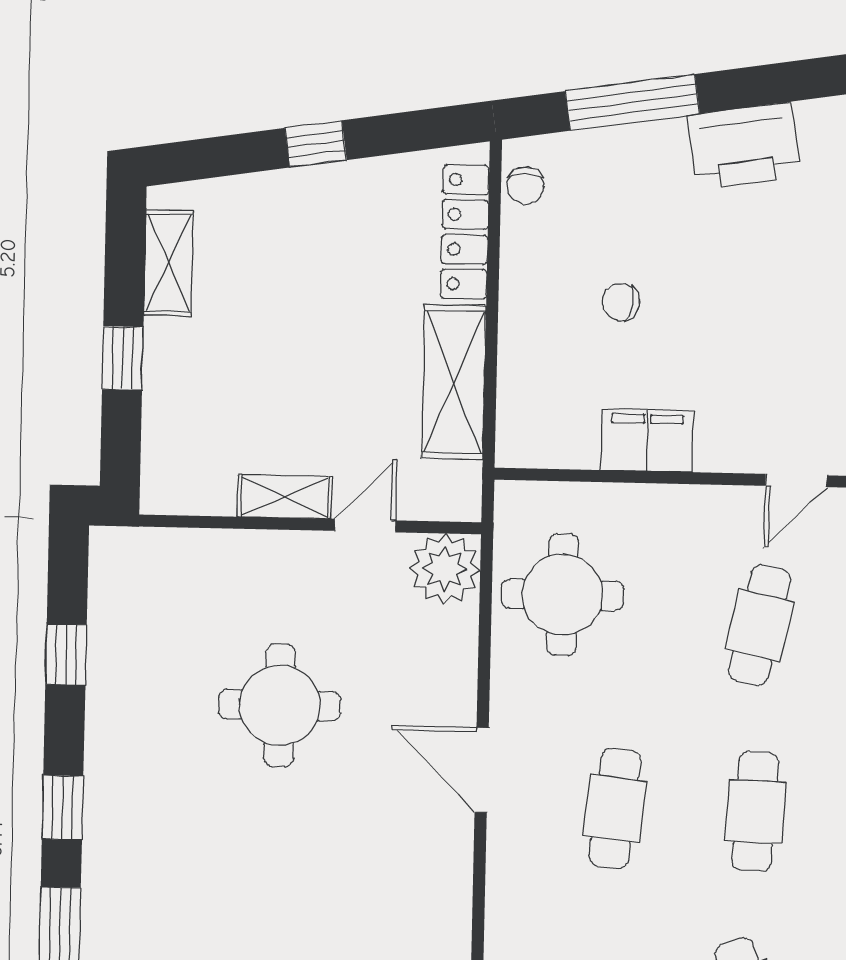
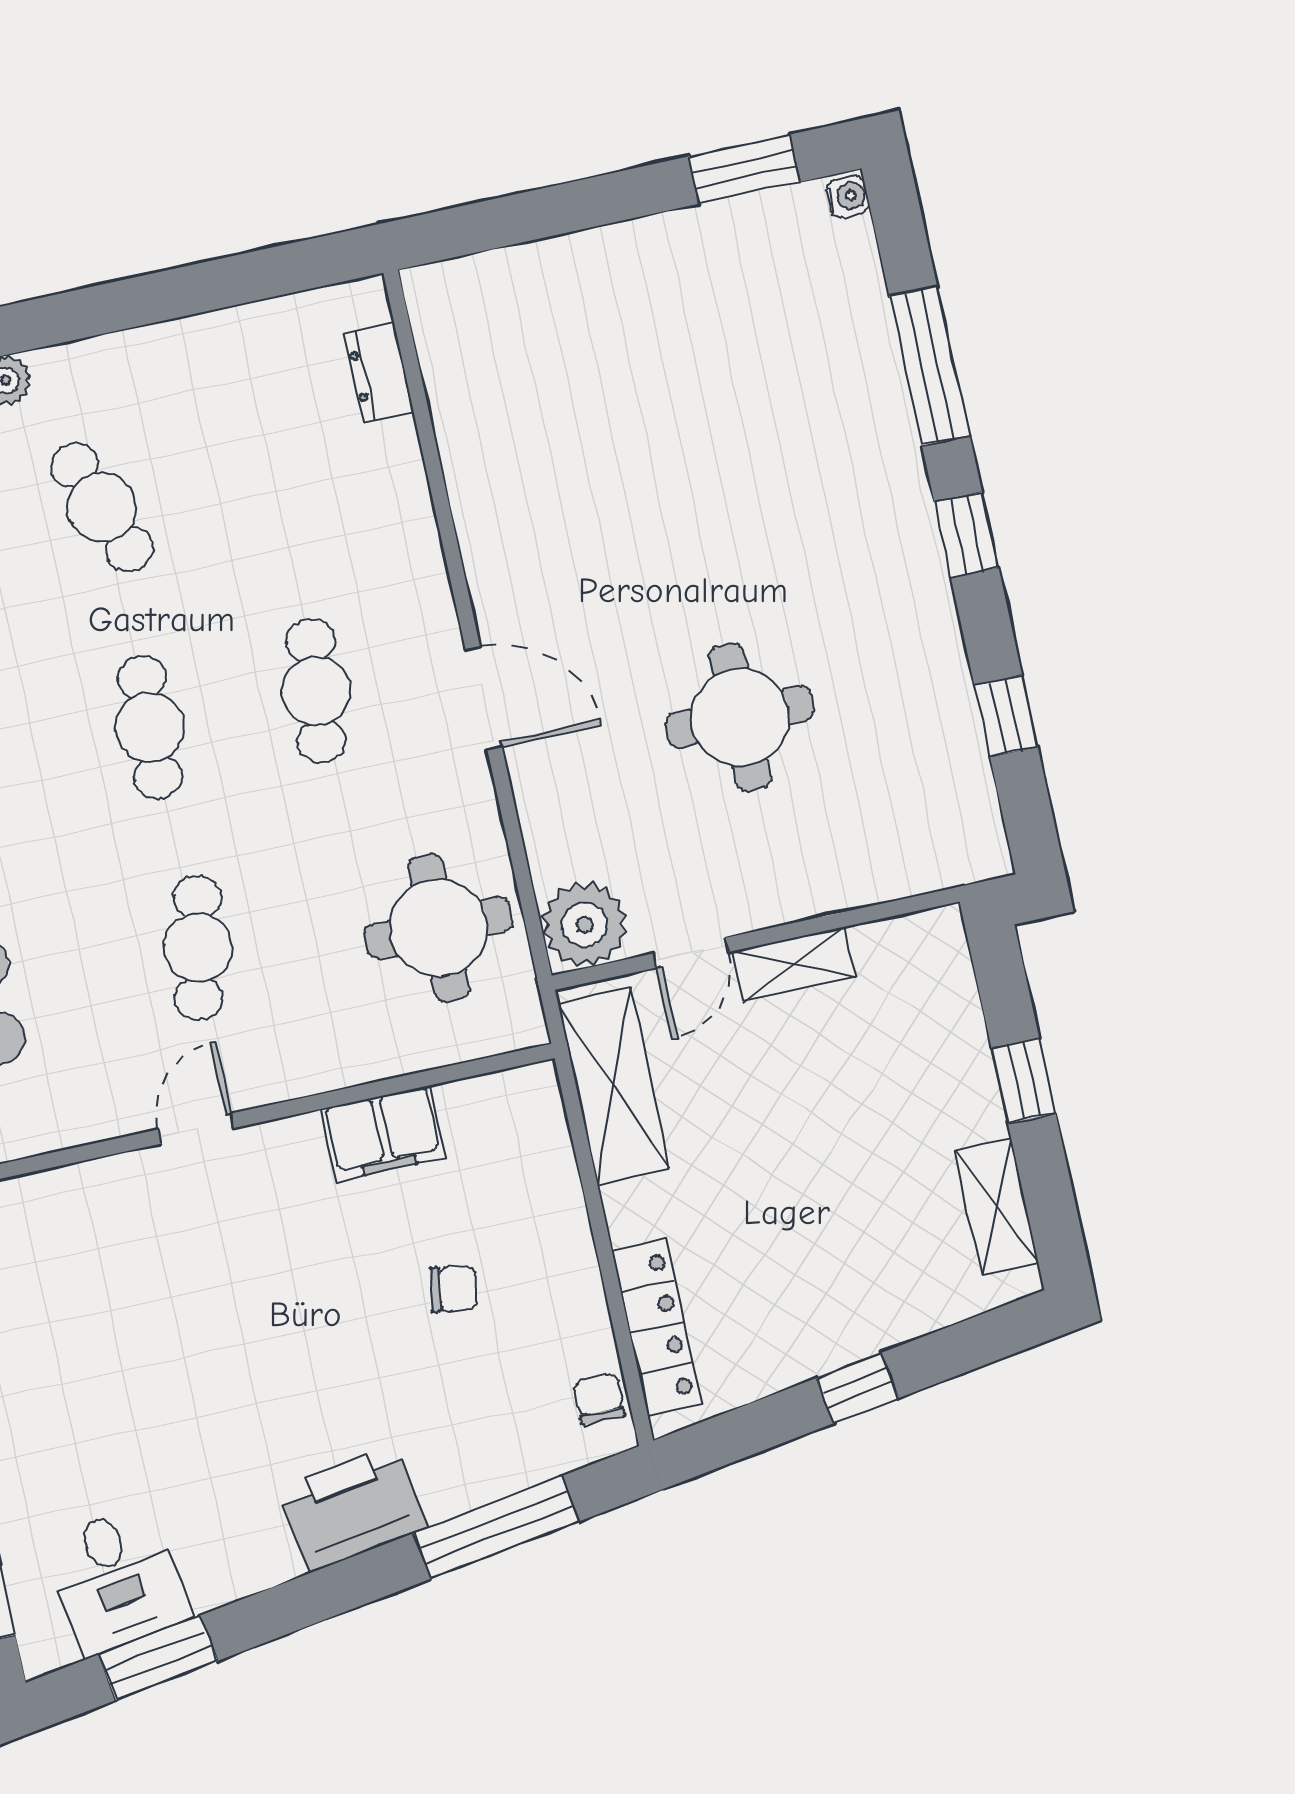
shelving: (454, 382) -> (614, 1086), moved

